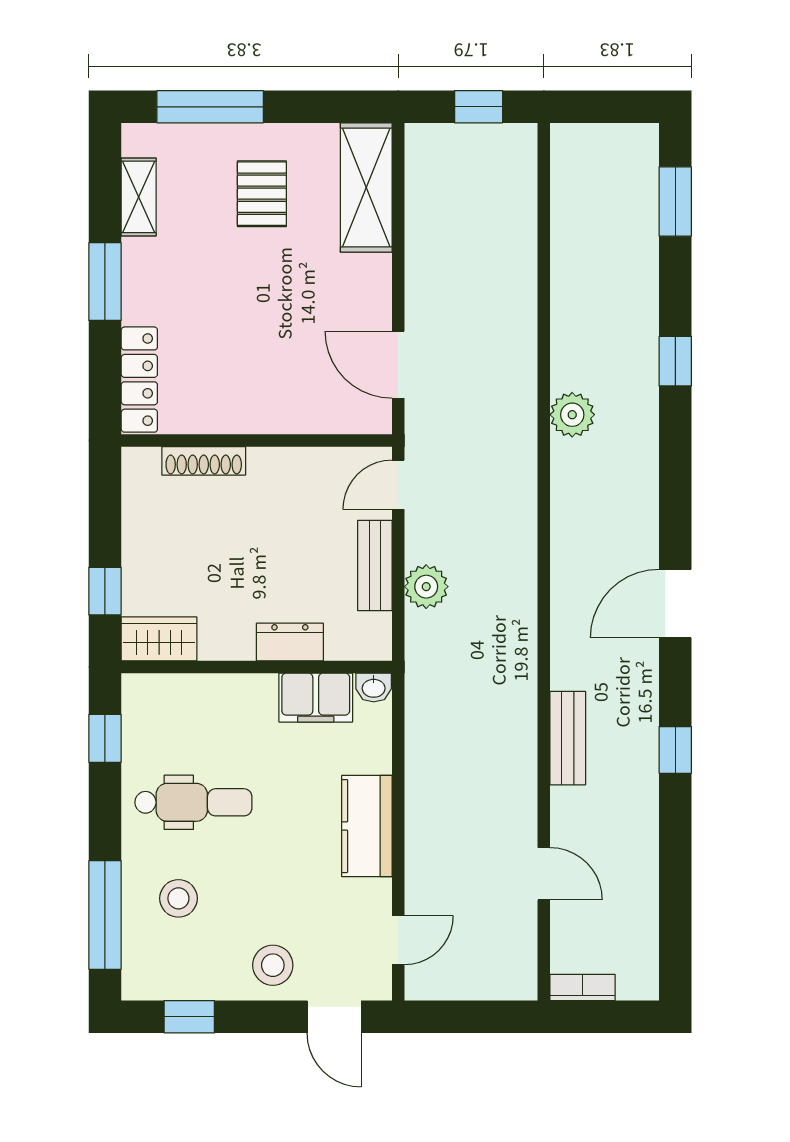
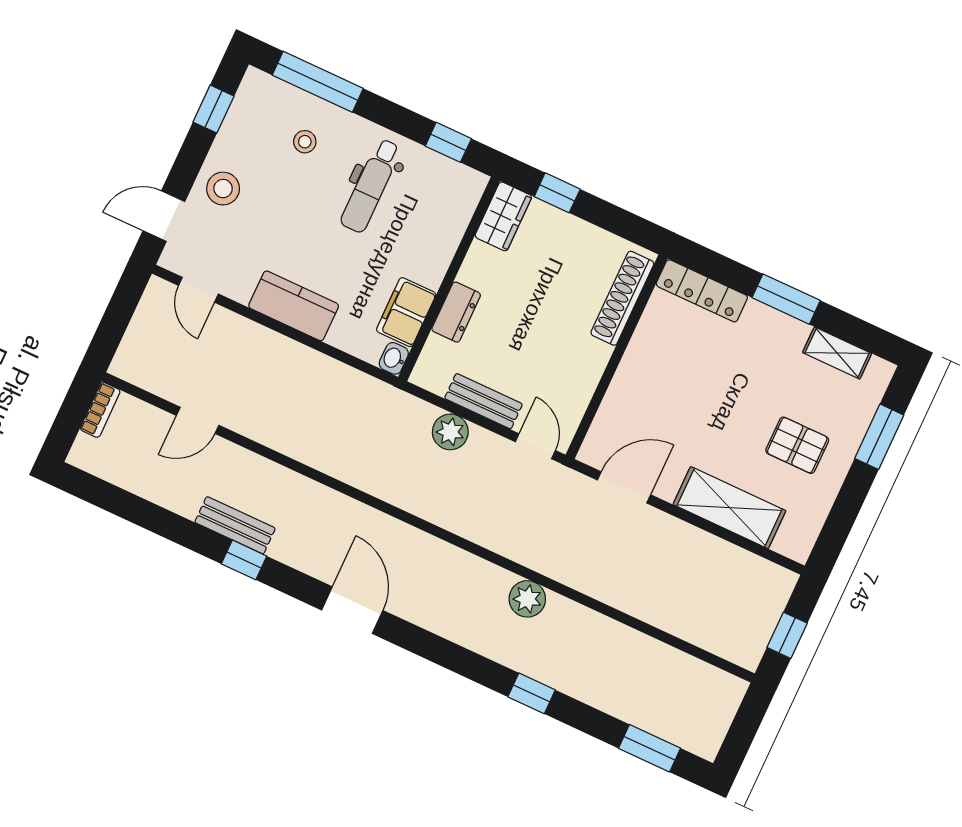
window: (210, 107) -> (879, 437), width x0.69
shelving: (366, 188) -> (729, 508), moved
shoe rack: (204, 461) -> (622, 298), width x1.36, depth x1.24
bench: (568, 738) -> (235, 525), moved
stool: (178, 898) -> (305, 142), width x0.73, depth x0.73

